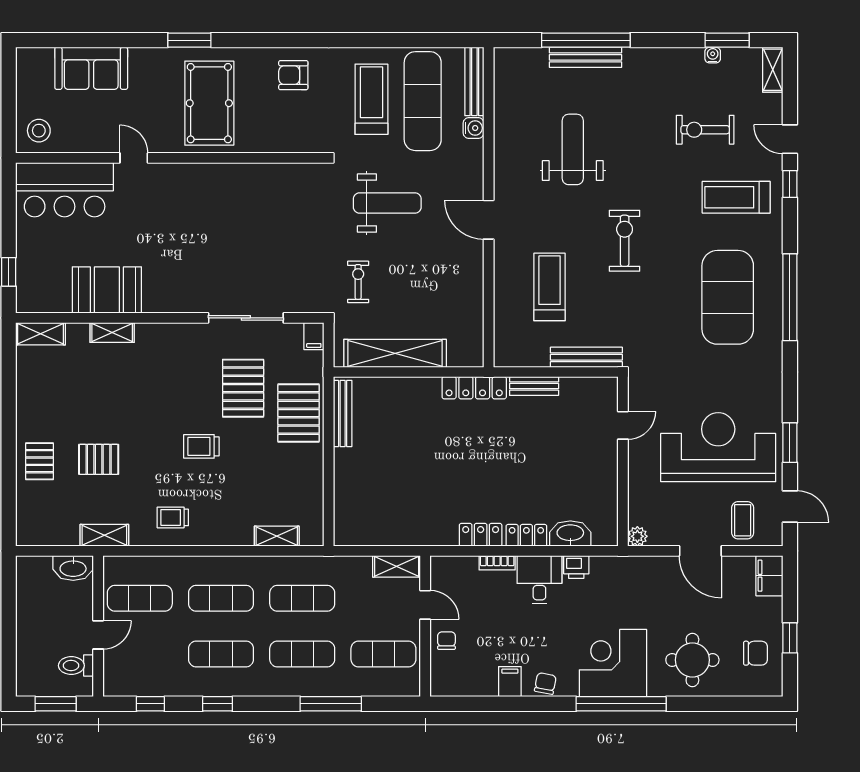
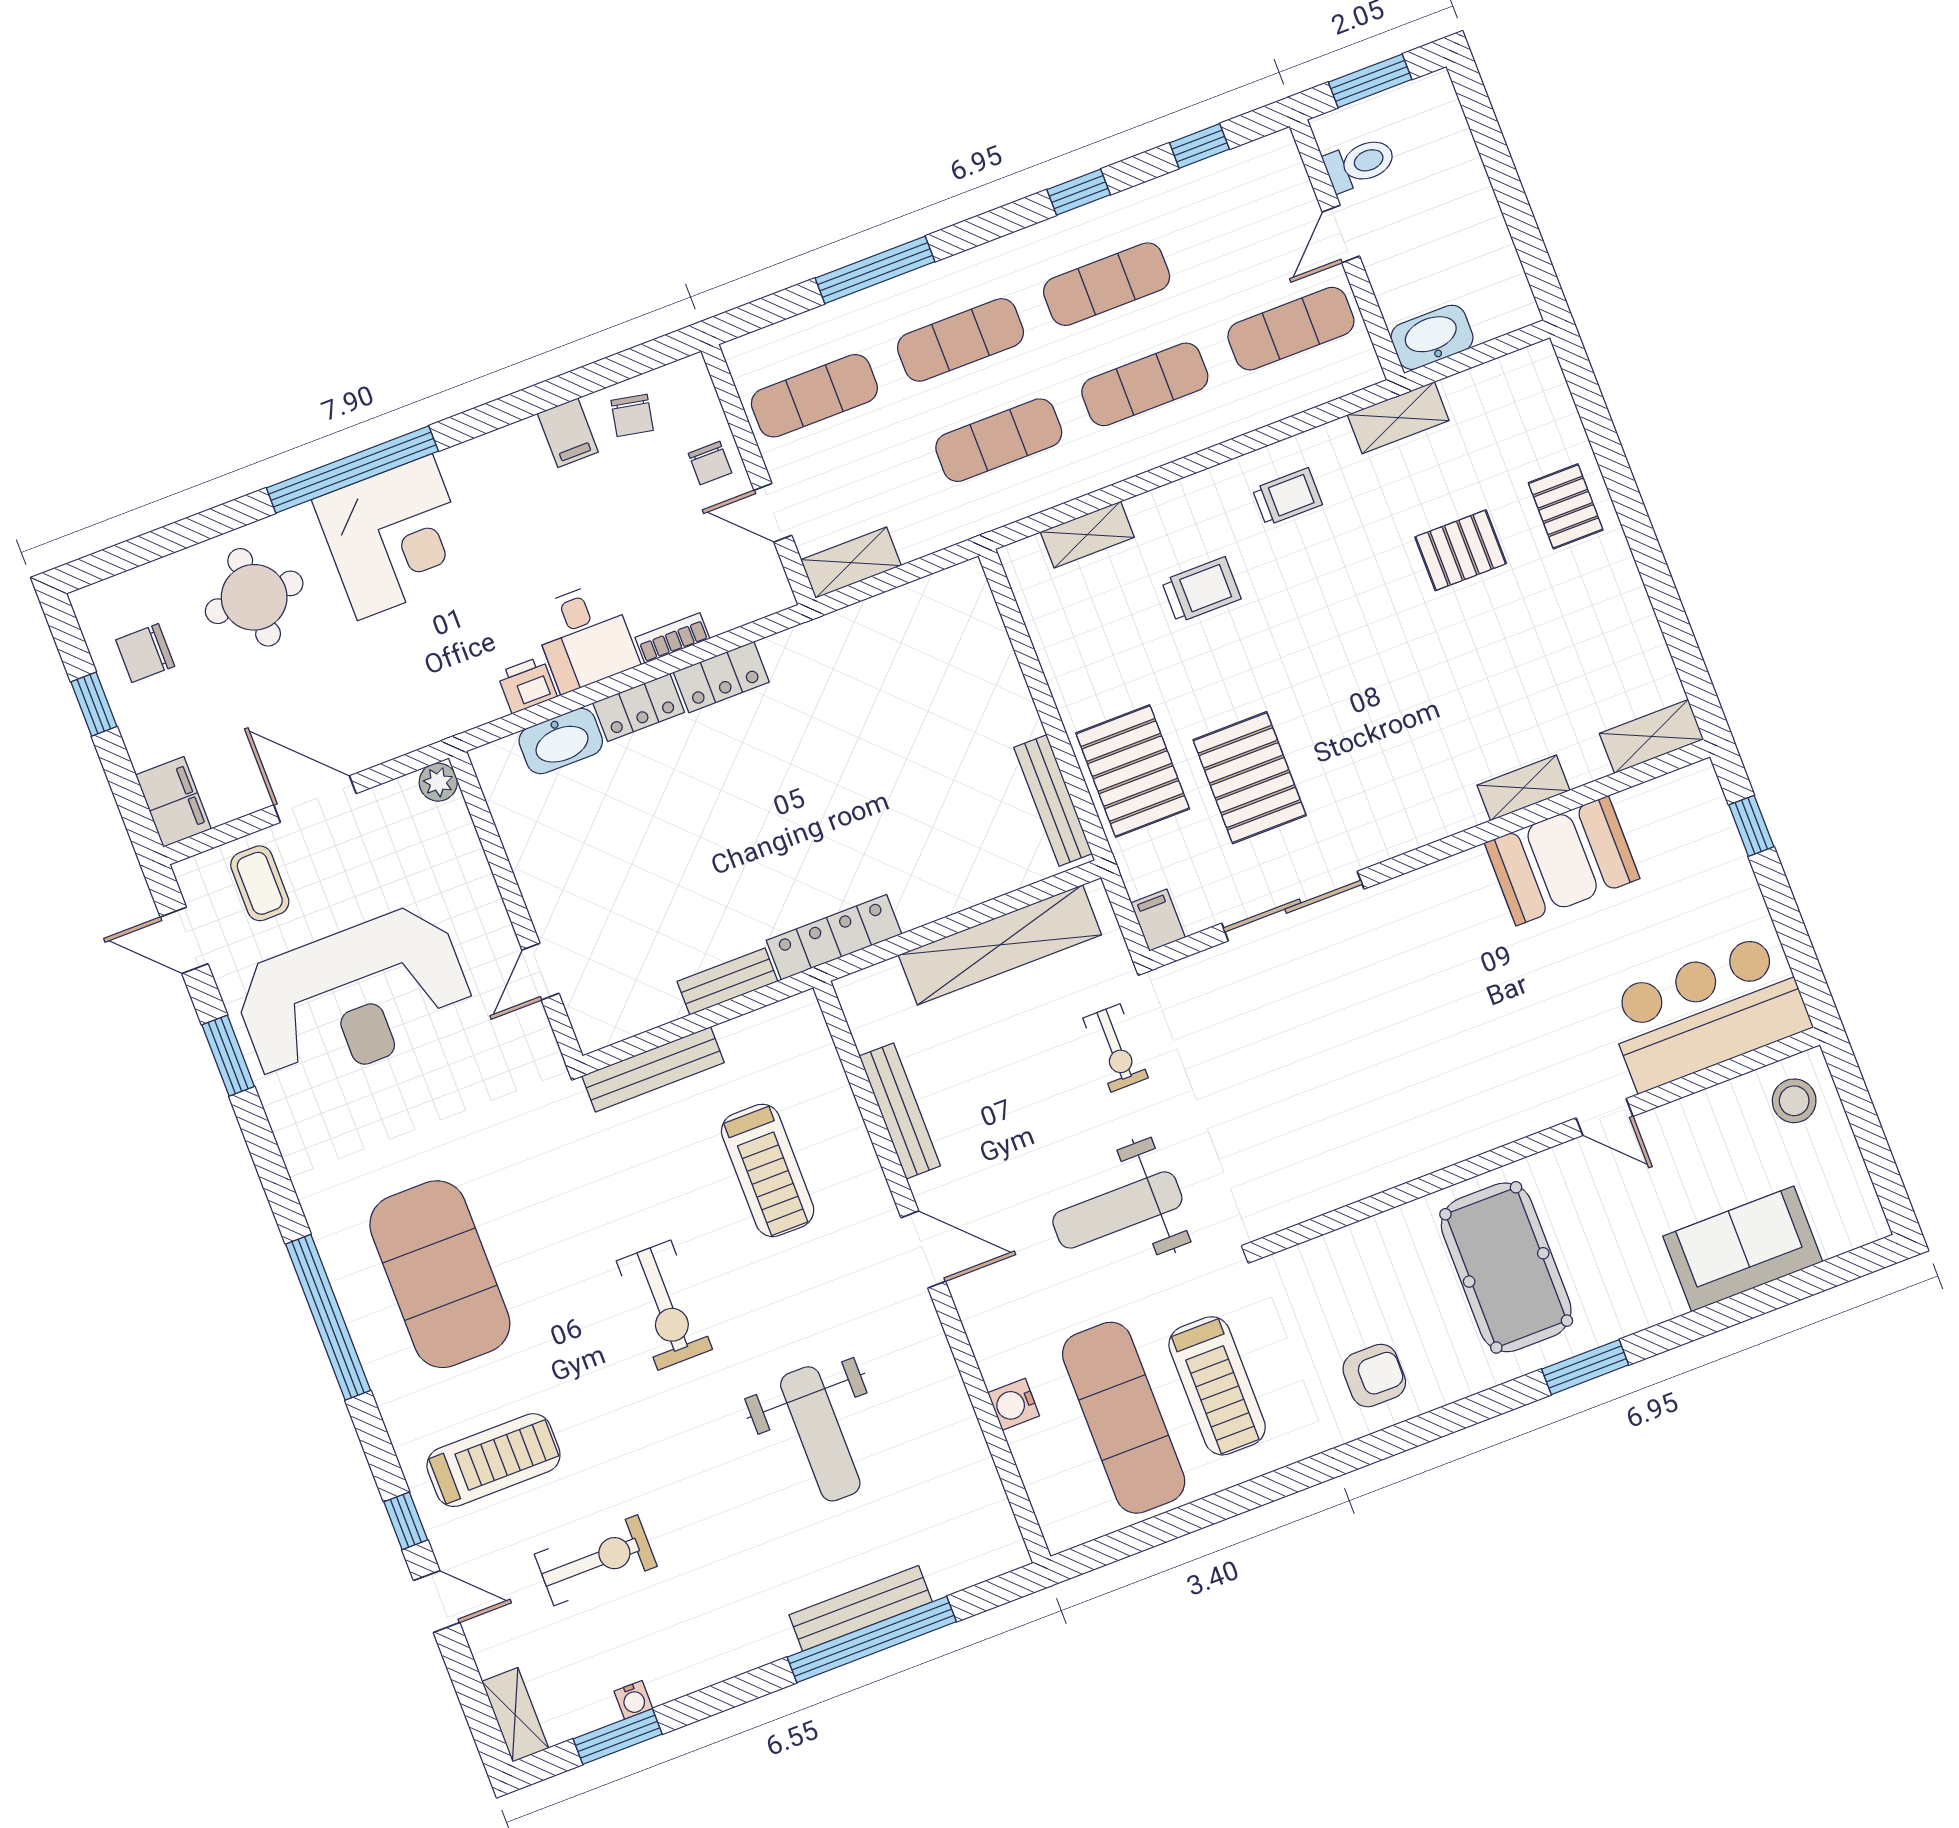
bench: (474, 81) -> (900, 1111), moved
trolley: (201, 446) -> (1201, 590), moved
chair: (545, 683) -> (632, 415), moved

